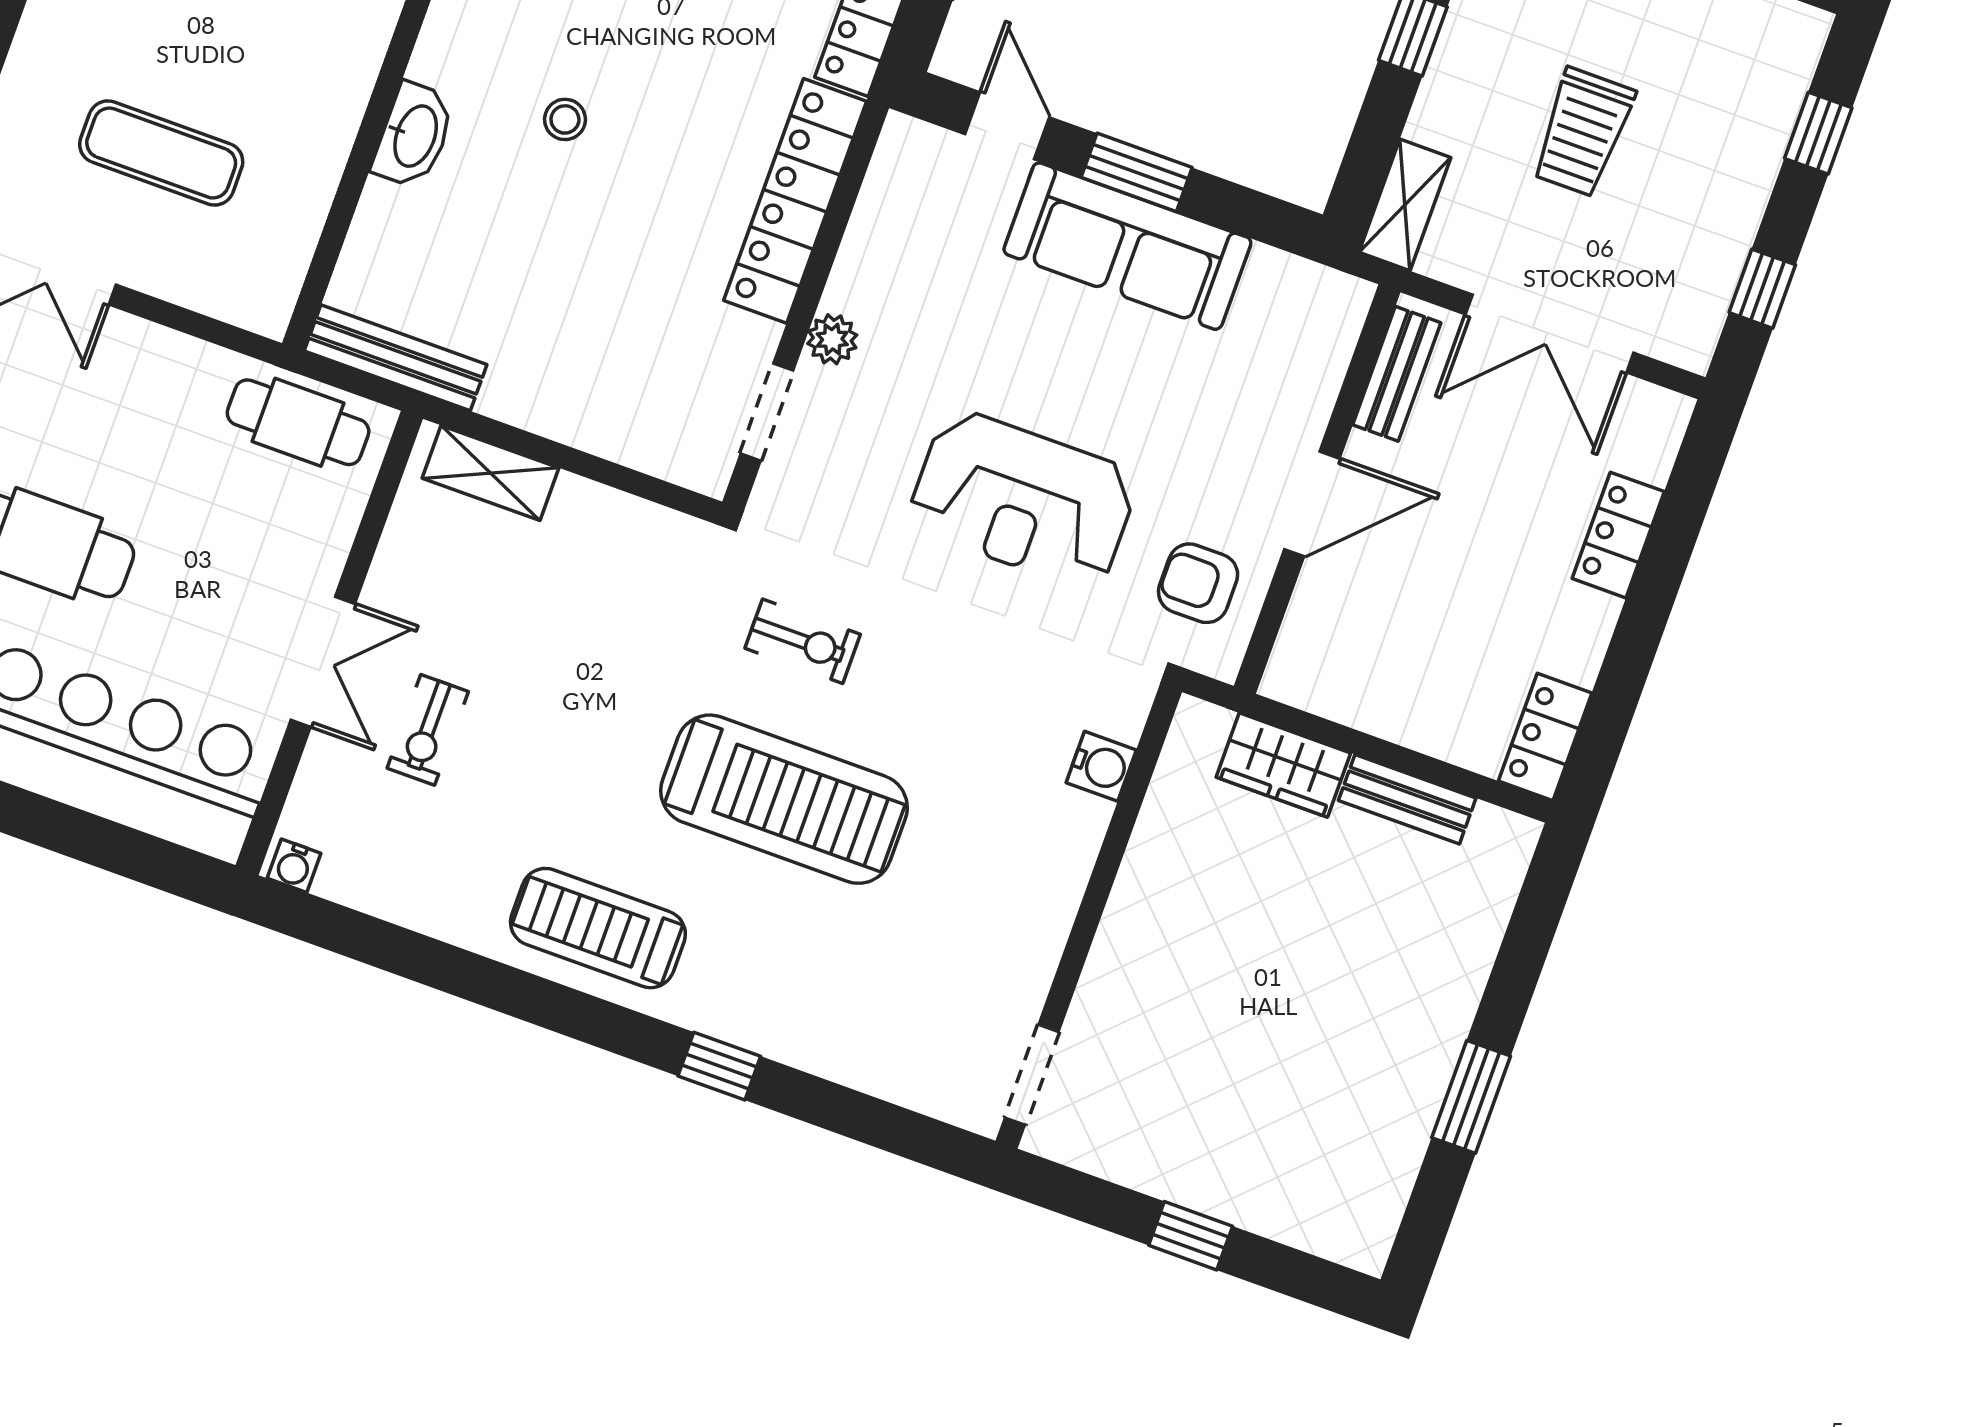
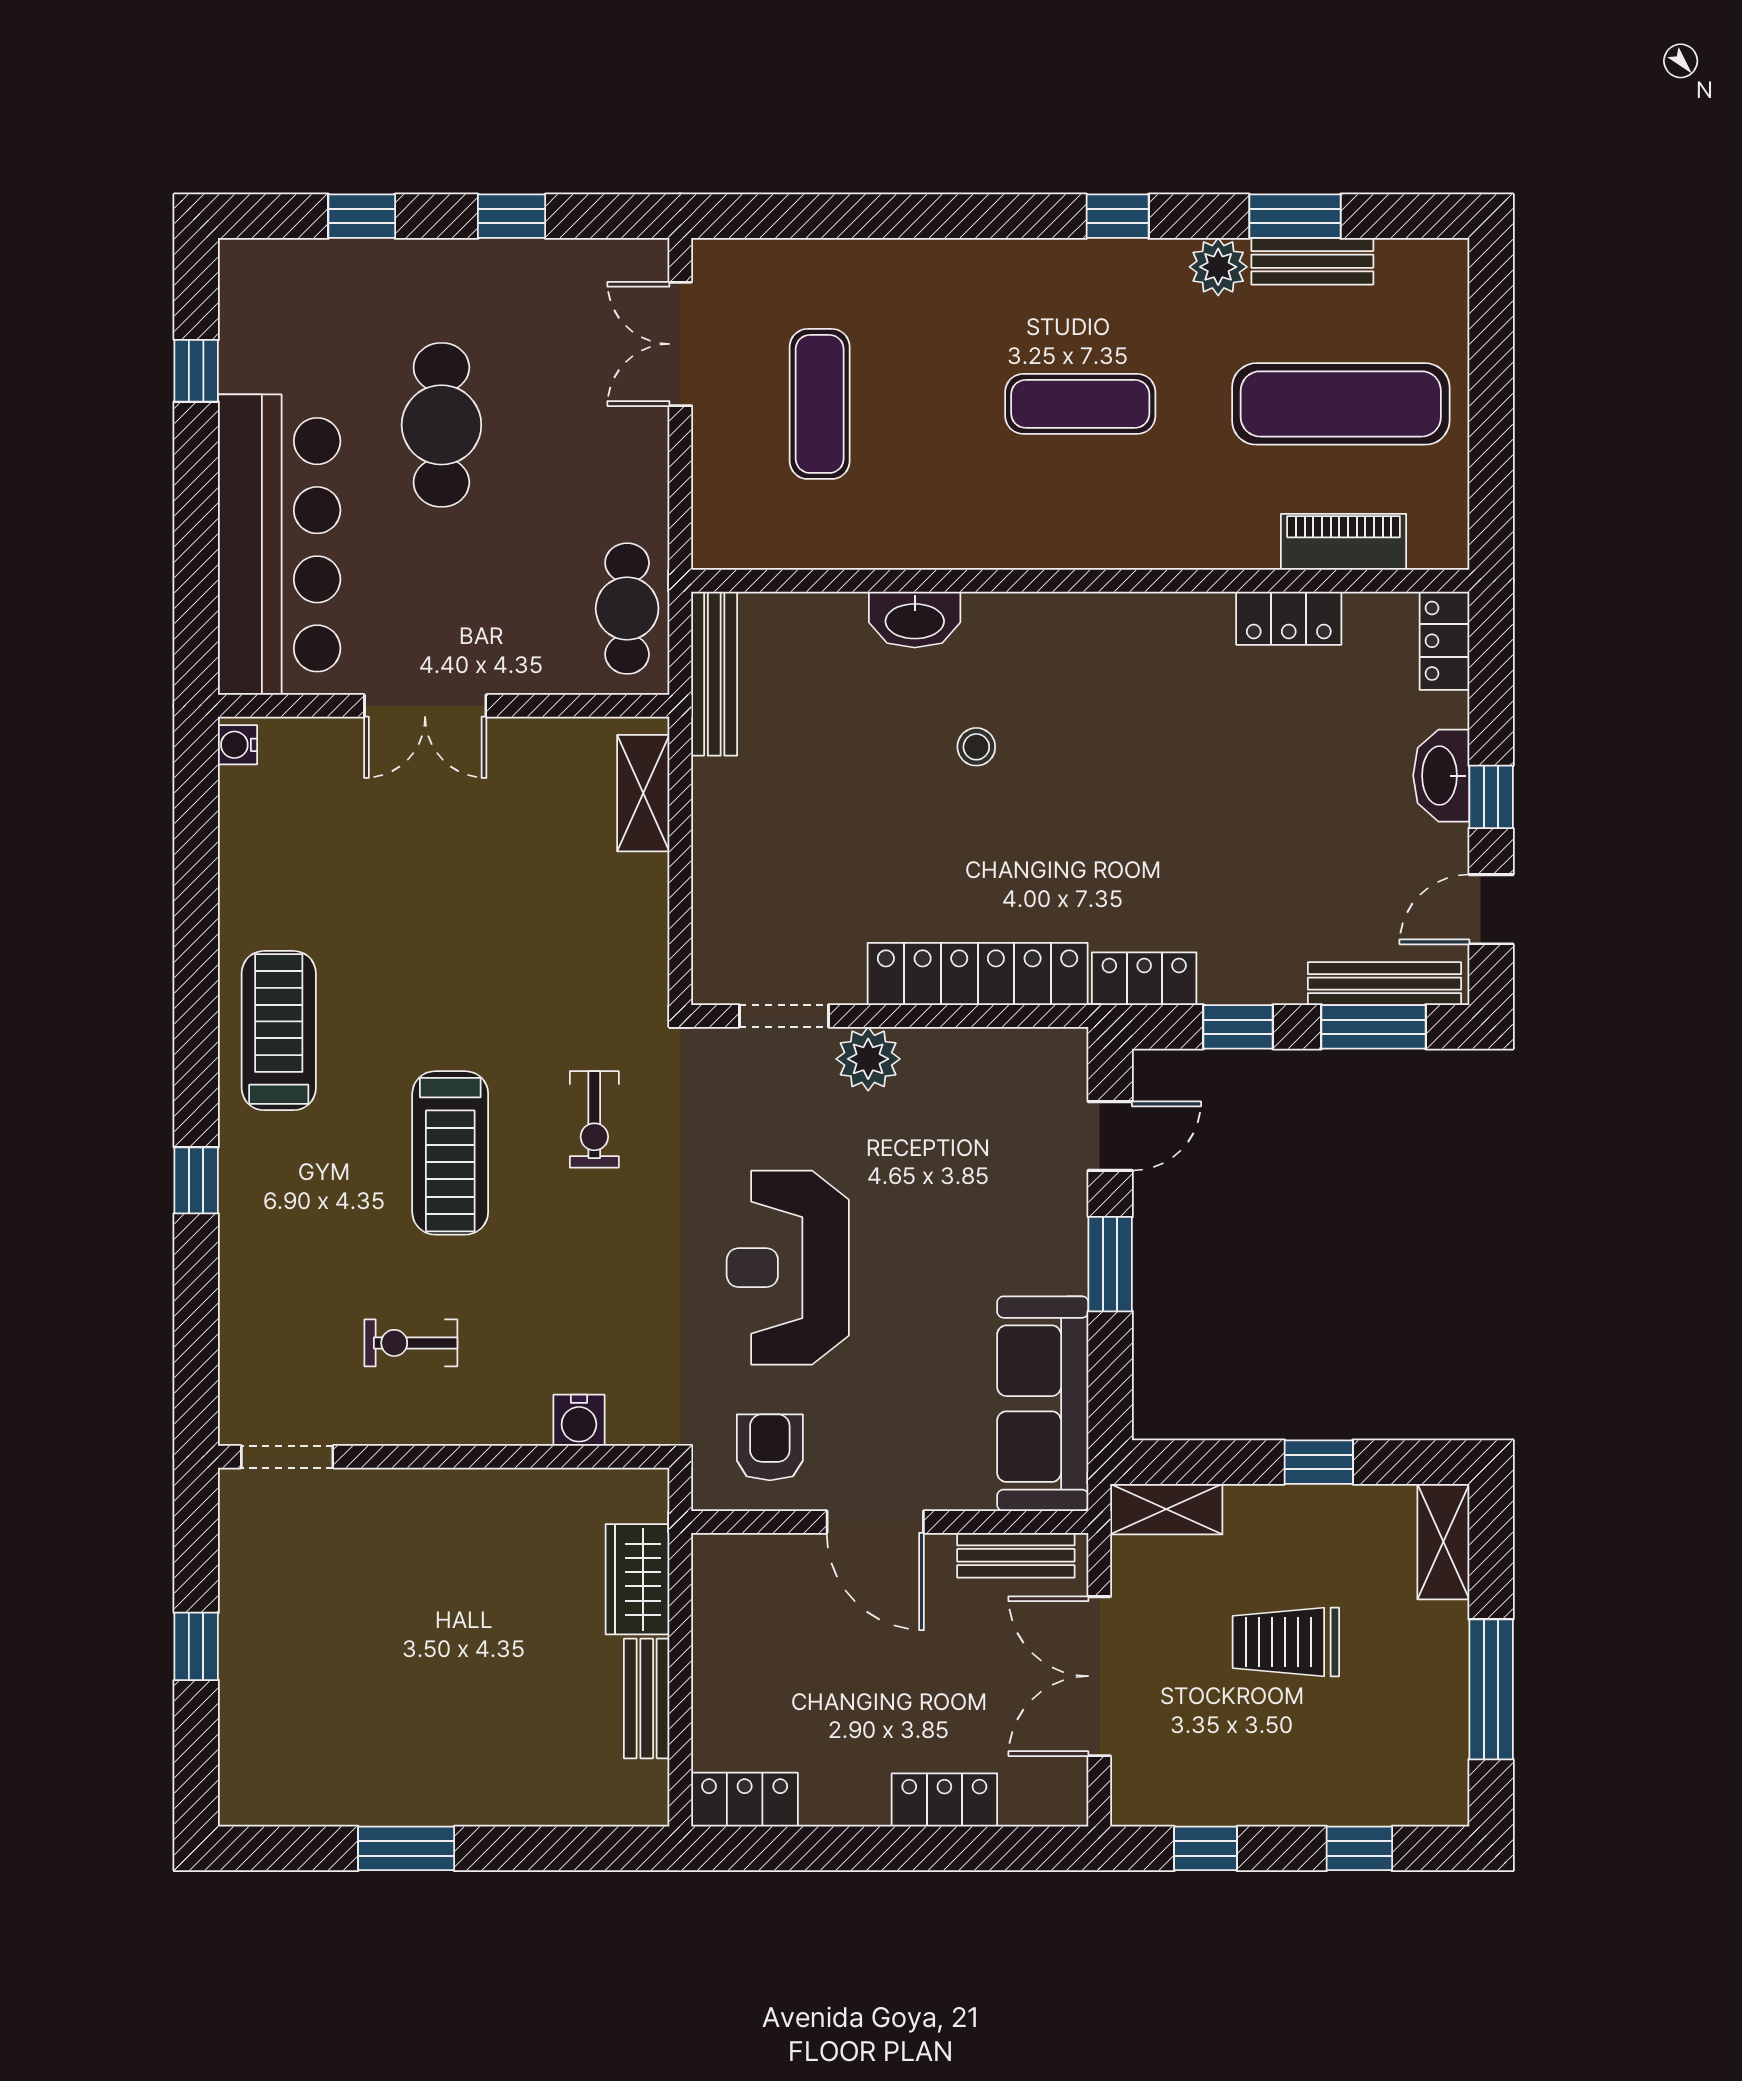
sofa: (1127, 246) -> (1043, 1404), moved
plant: (832, 339) -> (868, 1059), width x1.38, depth x1.38
exercise bike: (428, 730) -> (411, 1343), moved
treadmill: (784, 799) -> (450, 1153), width x0.73, depth x0.73

